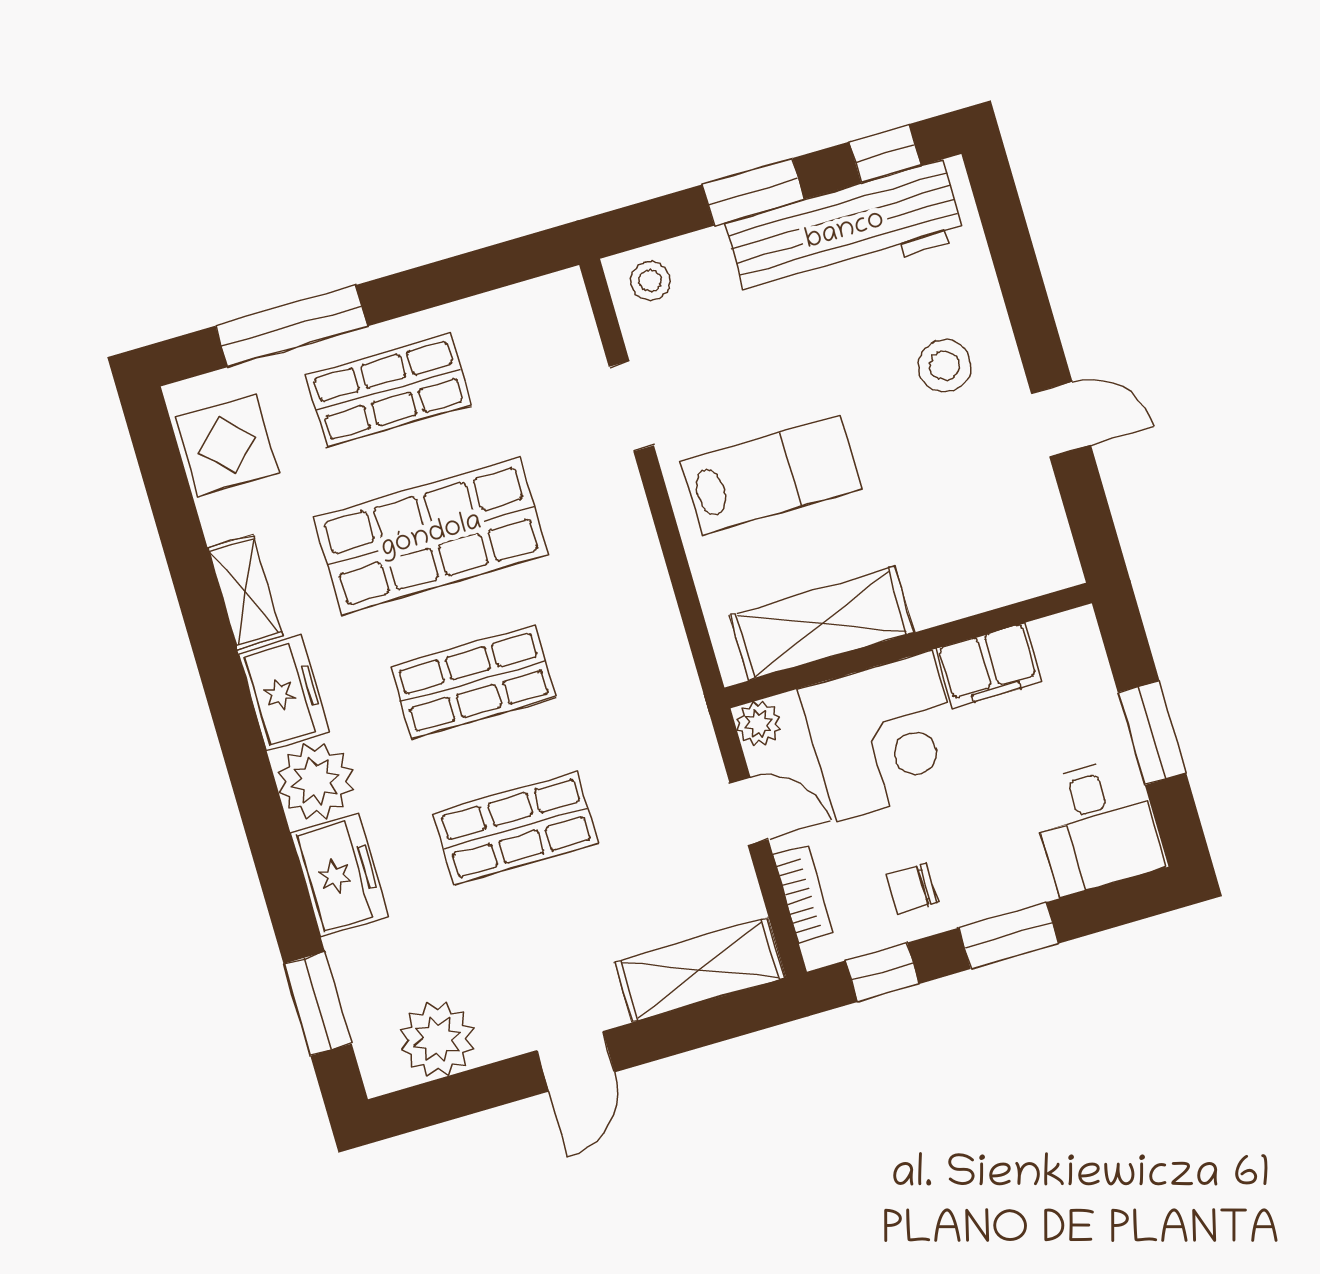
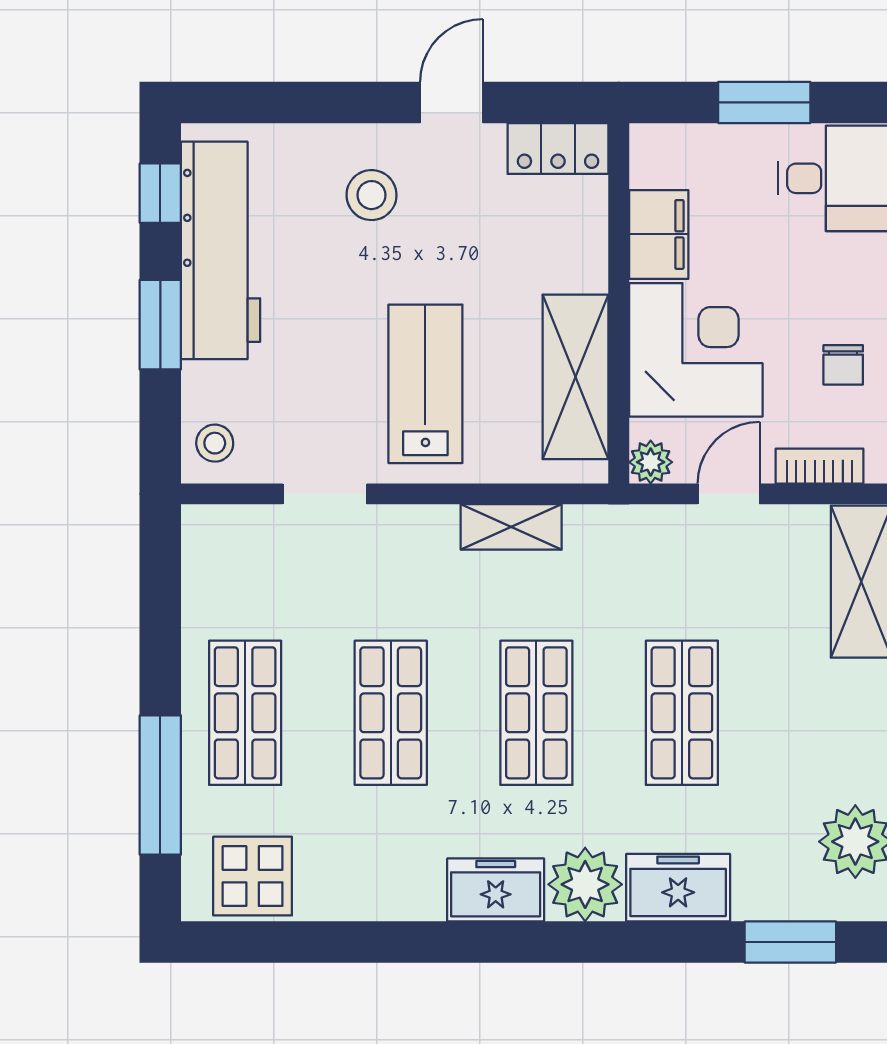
shop shelf: (431, 536) -> (391, 713), width x0.70, depth x0.74
locker: (1046, 539) -> (558, 149), added
shelving: (245, 592) -> (511, 527), moved

